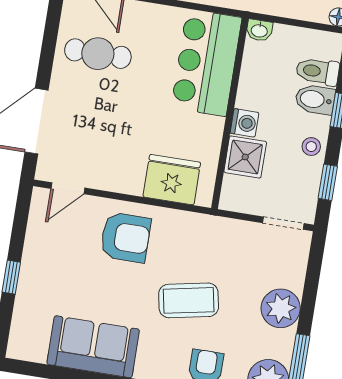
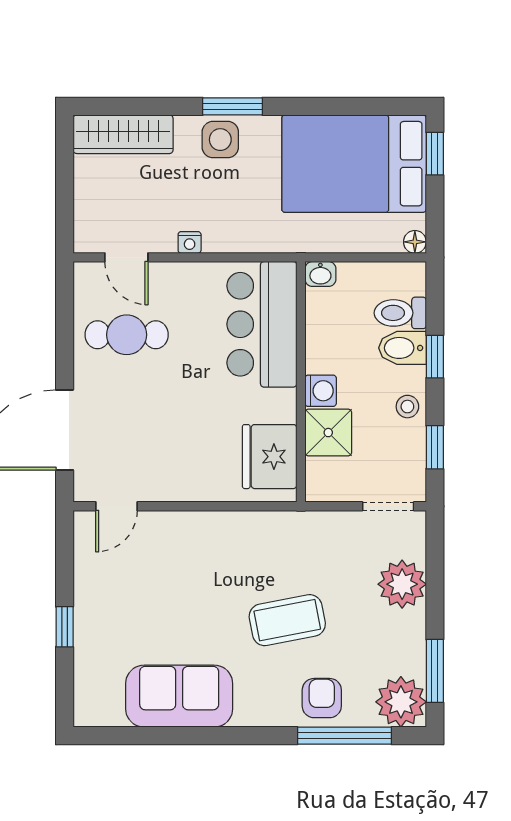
fridge: (172, 180) -> (270, 457), moved, turned -90
armchair: (125, 237) -> (197, 555), removed
plant: (281, 308) -> (402, 584), moved

